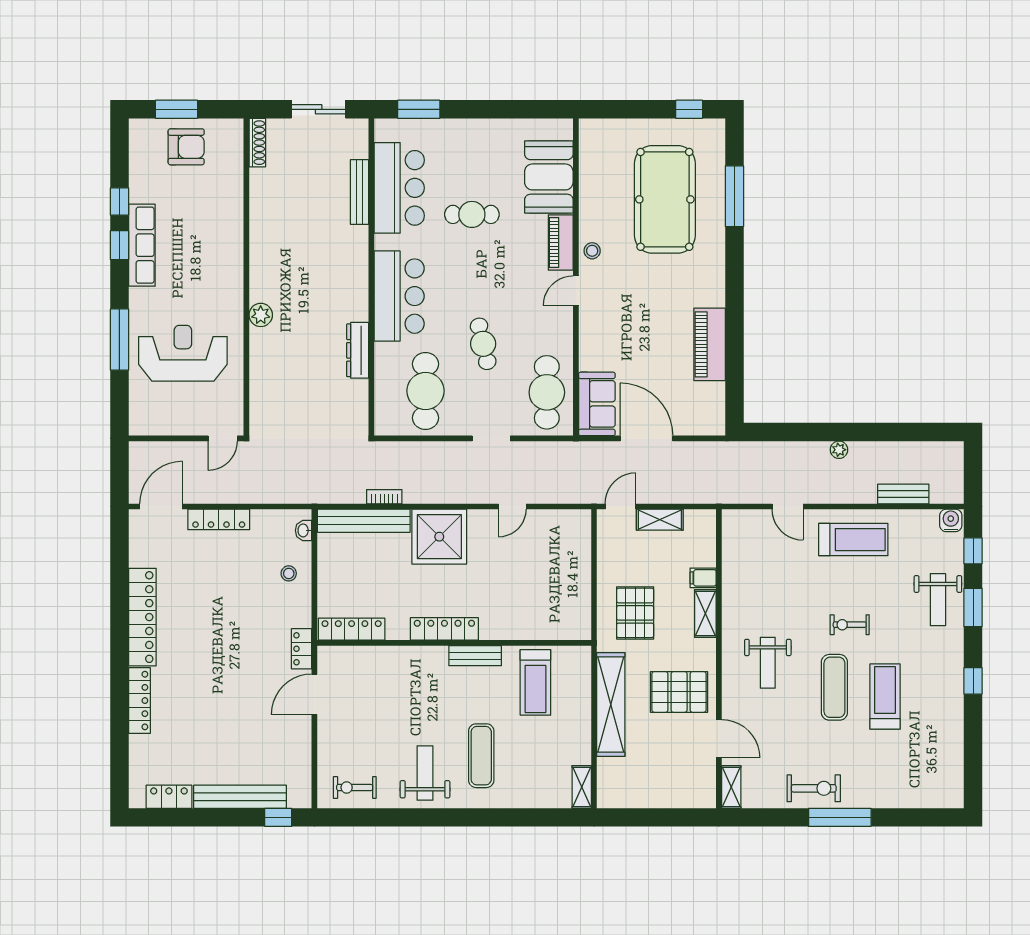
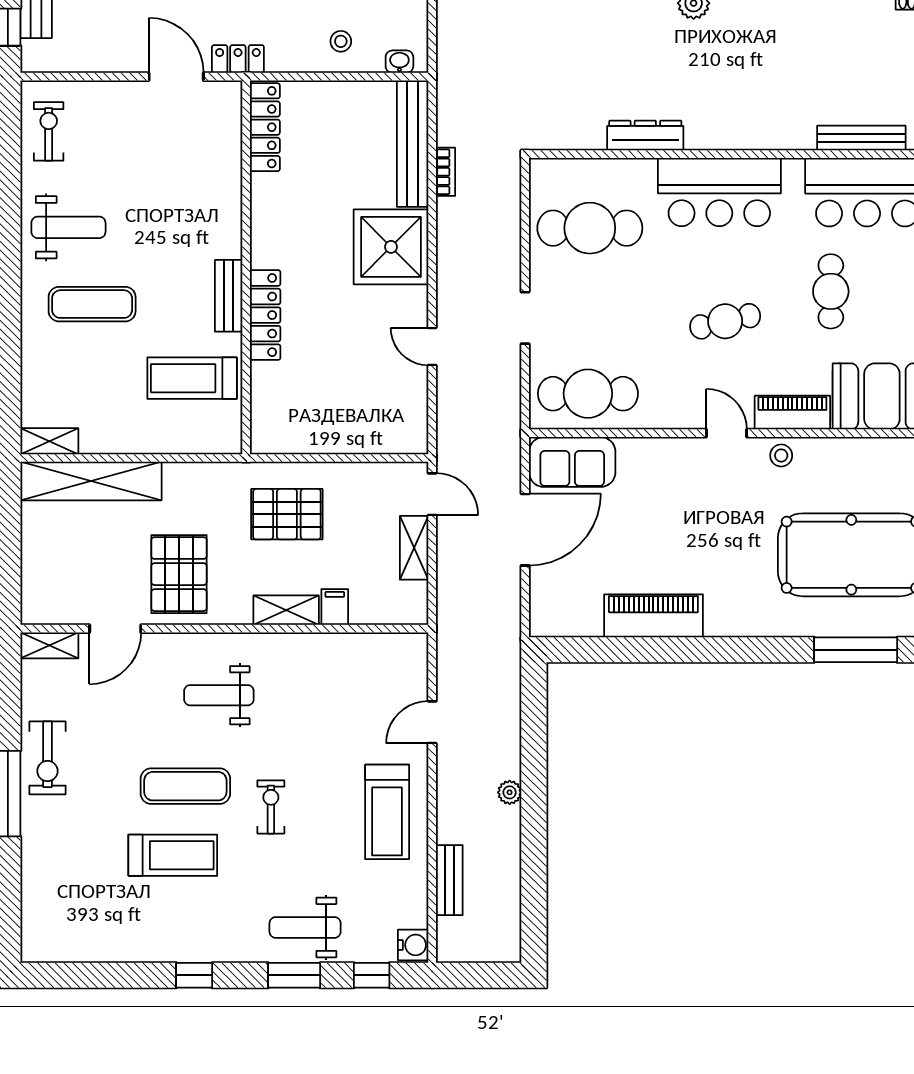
cafe table: (483, 344) -> (725, 321), moved
locker: (444, 629) -> (265, 315), moved
shelving: (611, 705) -> (91, 481), moved

